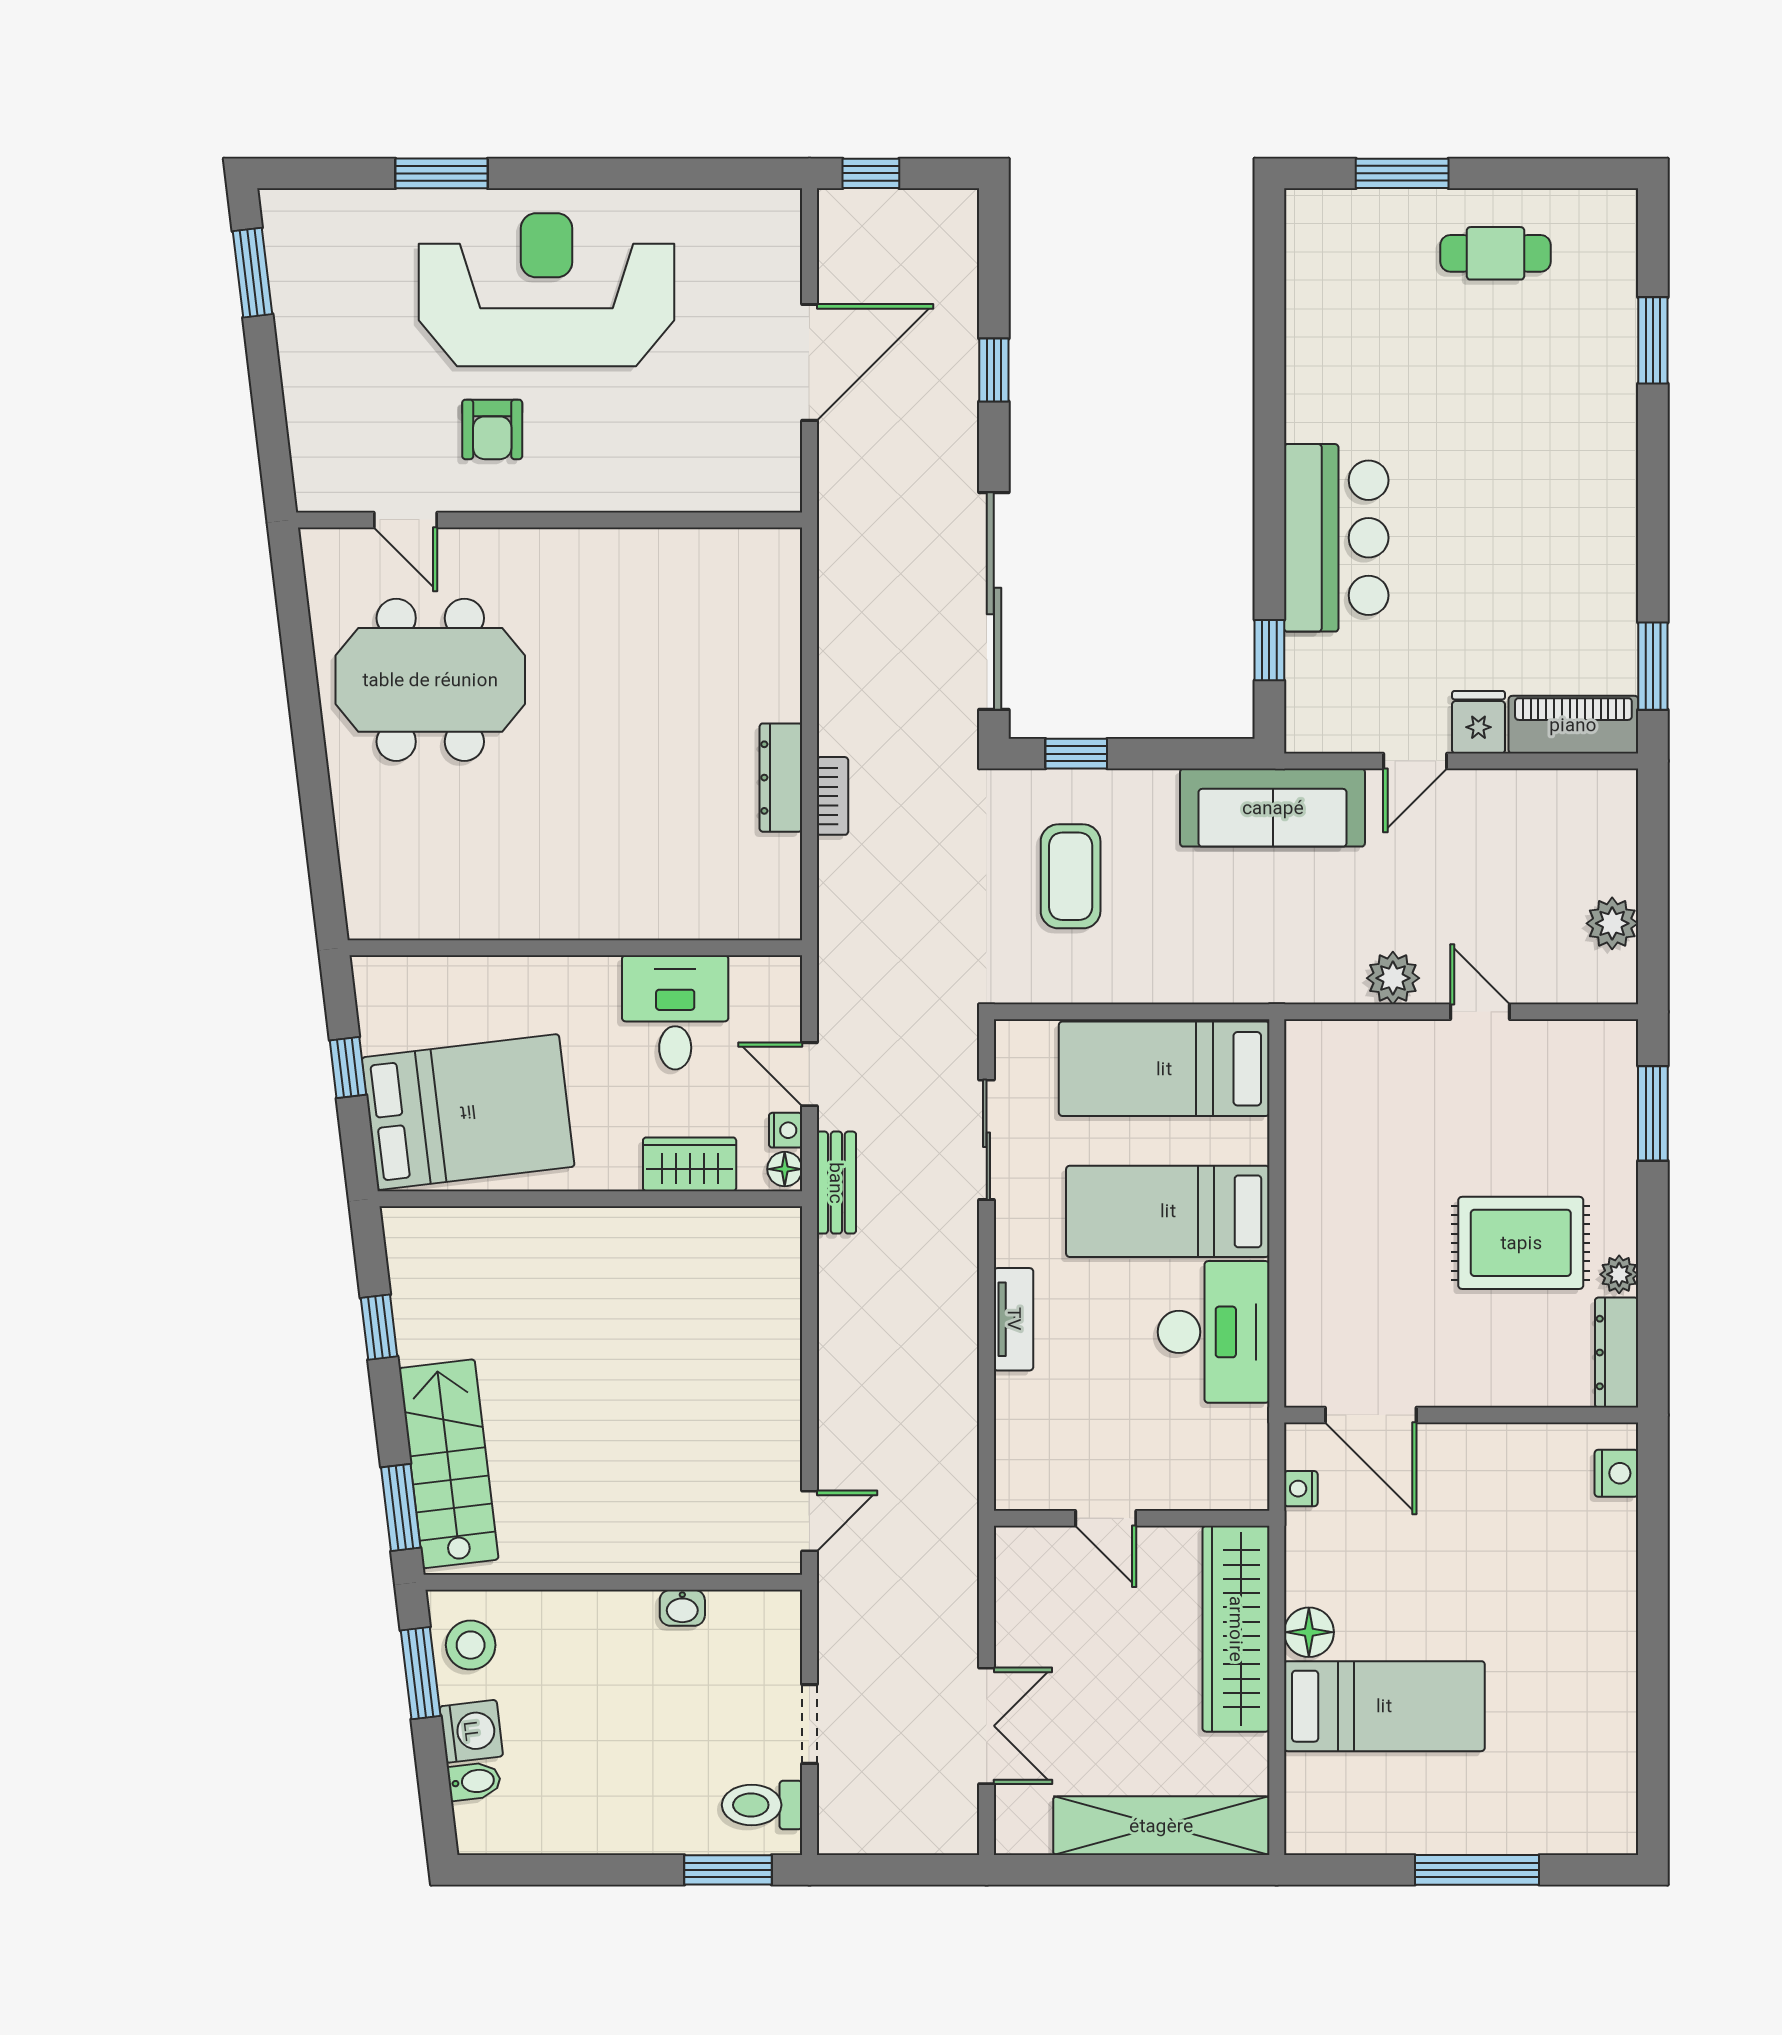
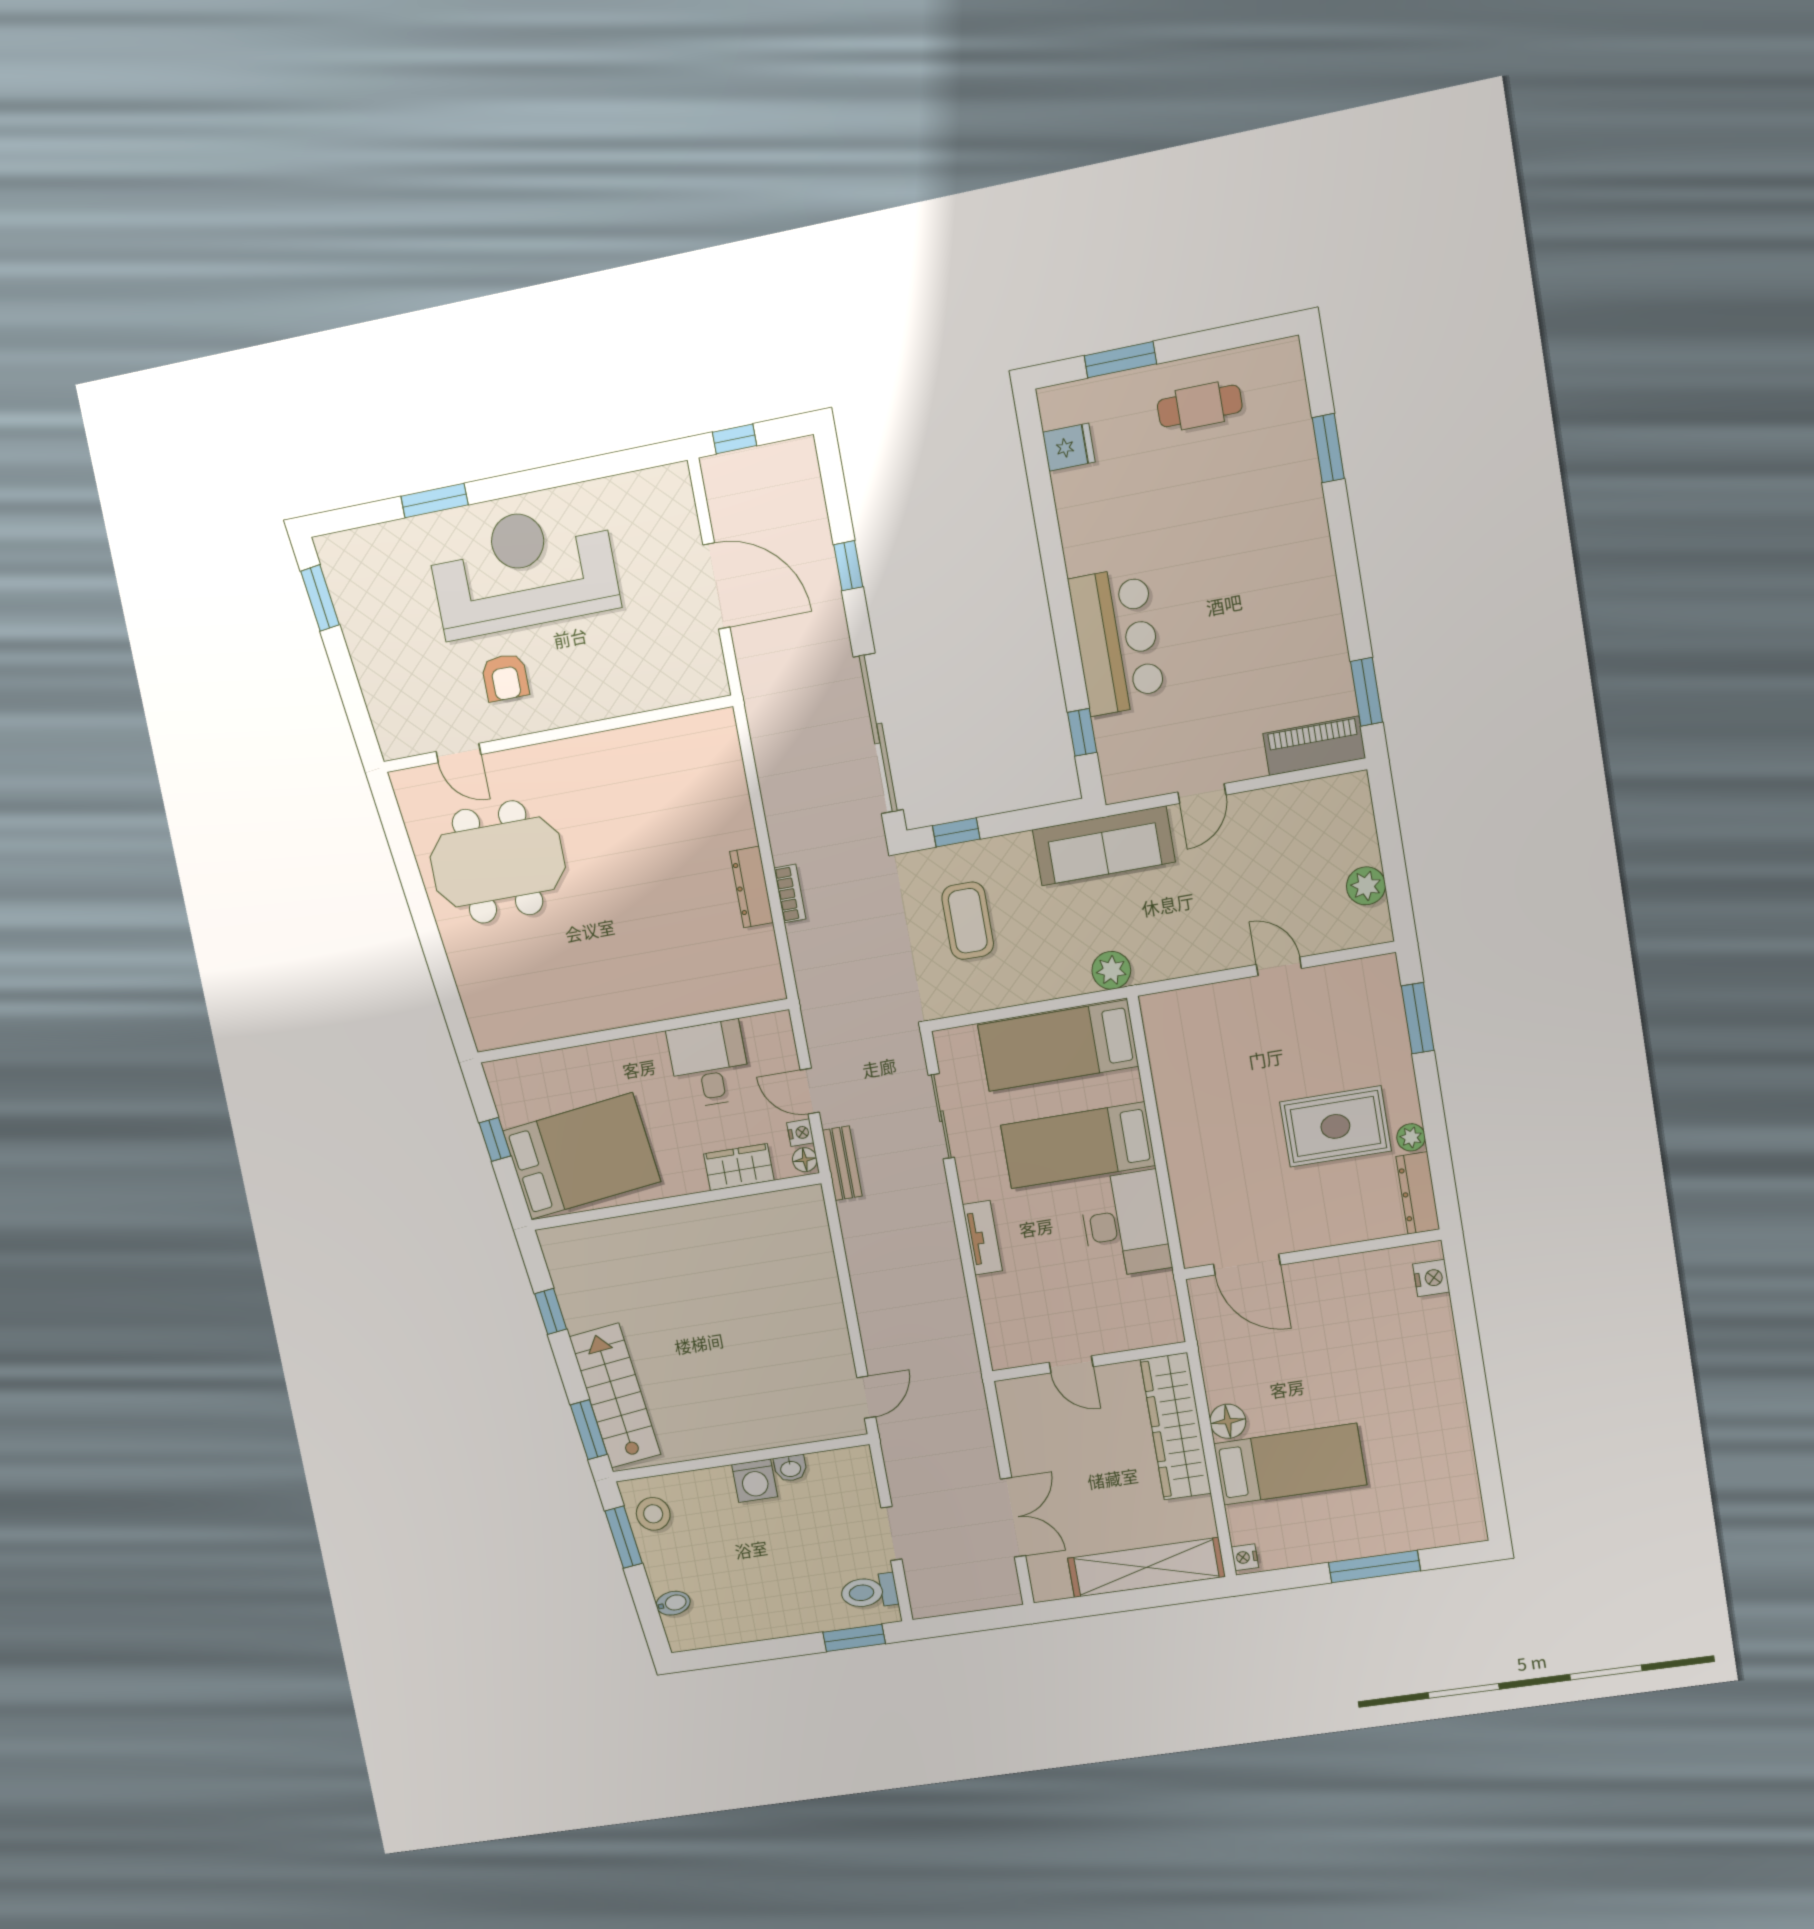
door: (809, 362) -> (716, 586), hinge flipped
fridge: (1478, 722) -> (1069, 447), moved, turned 90
plant: (1393, 978) -> (1111, 970), moved
nightstand: (1301, 1489) -> (1245, 1557), moved
washing machine: (471, 1731) -> (755, 1481), moved, turned 97

